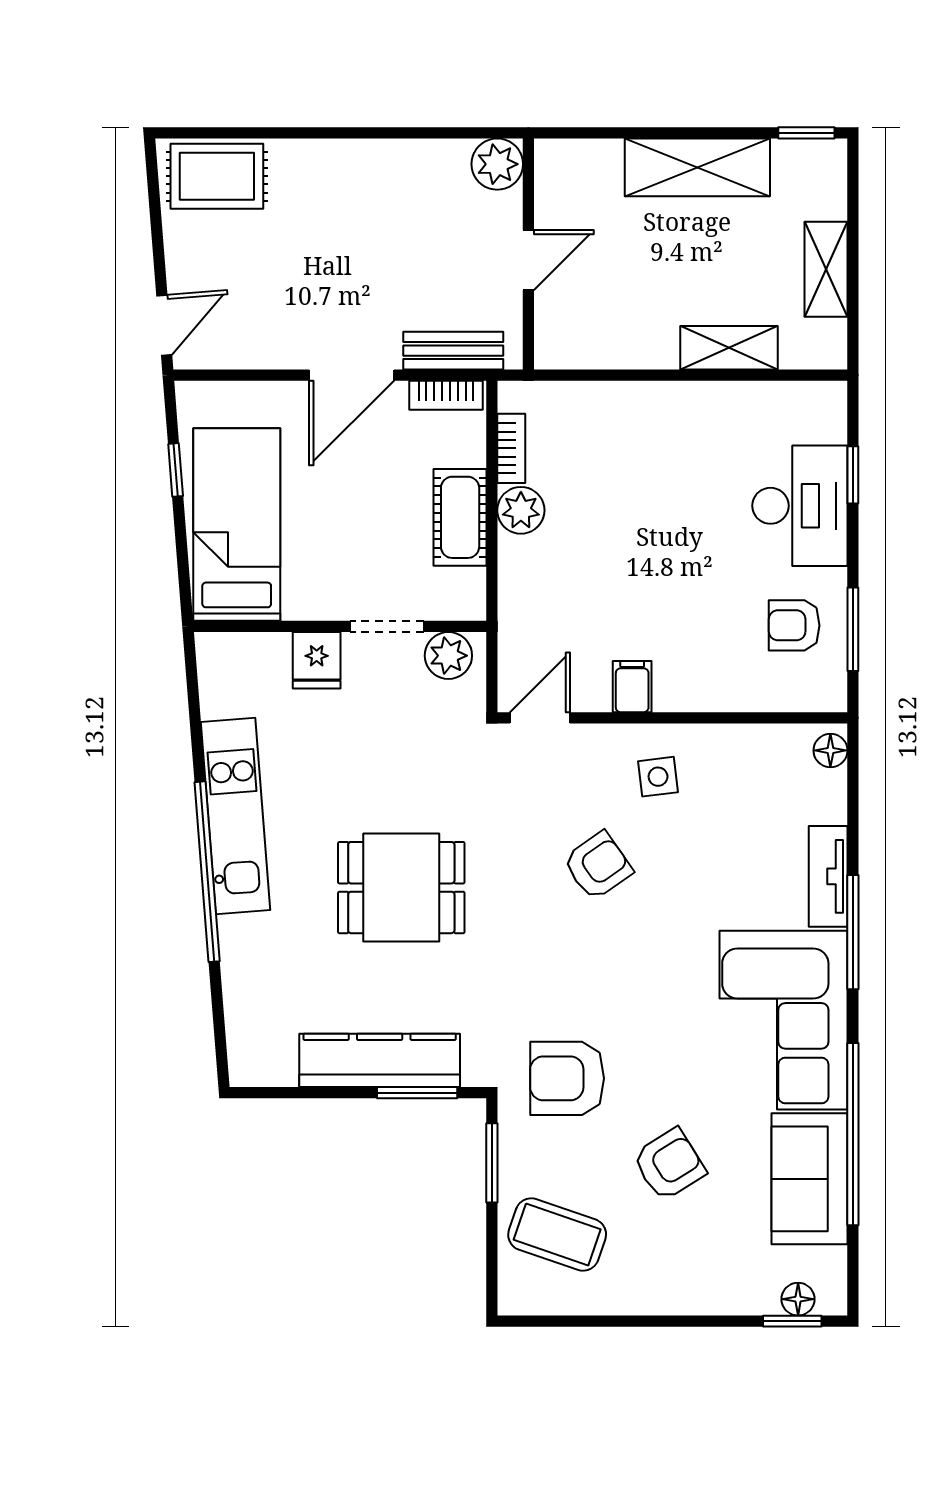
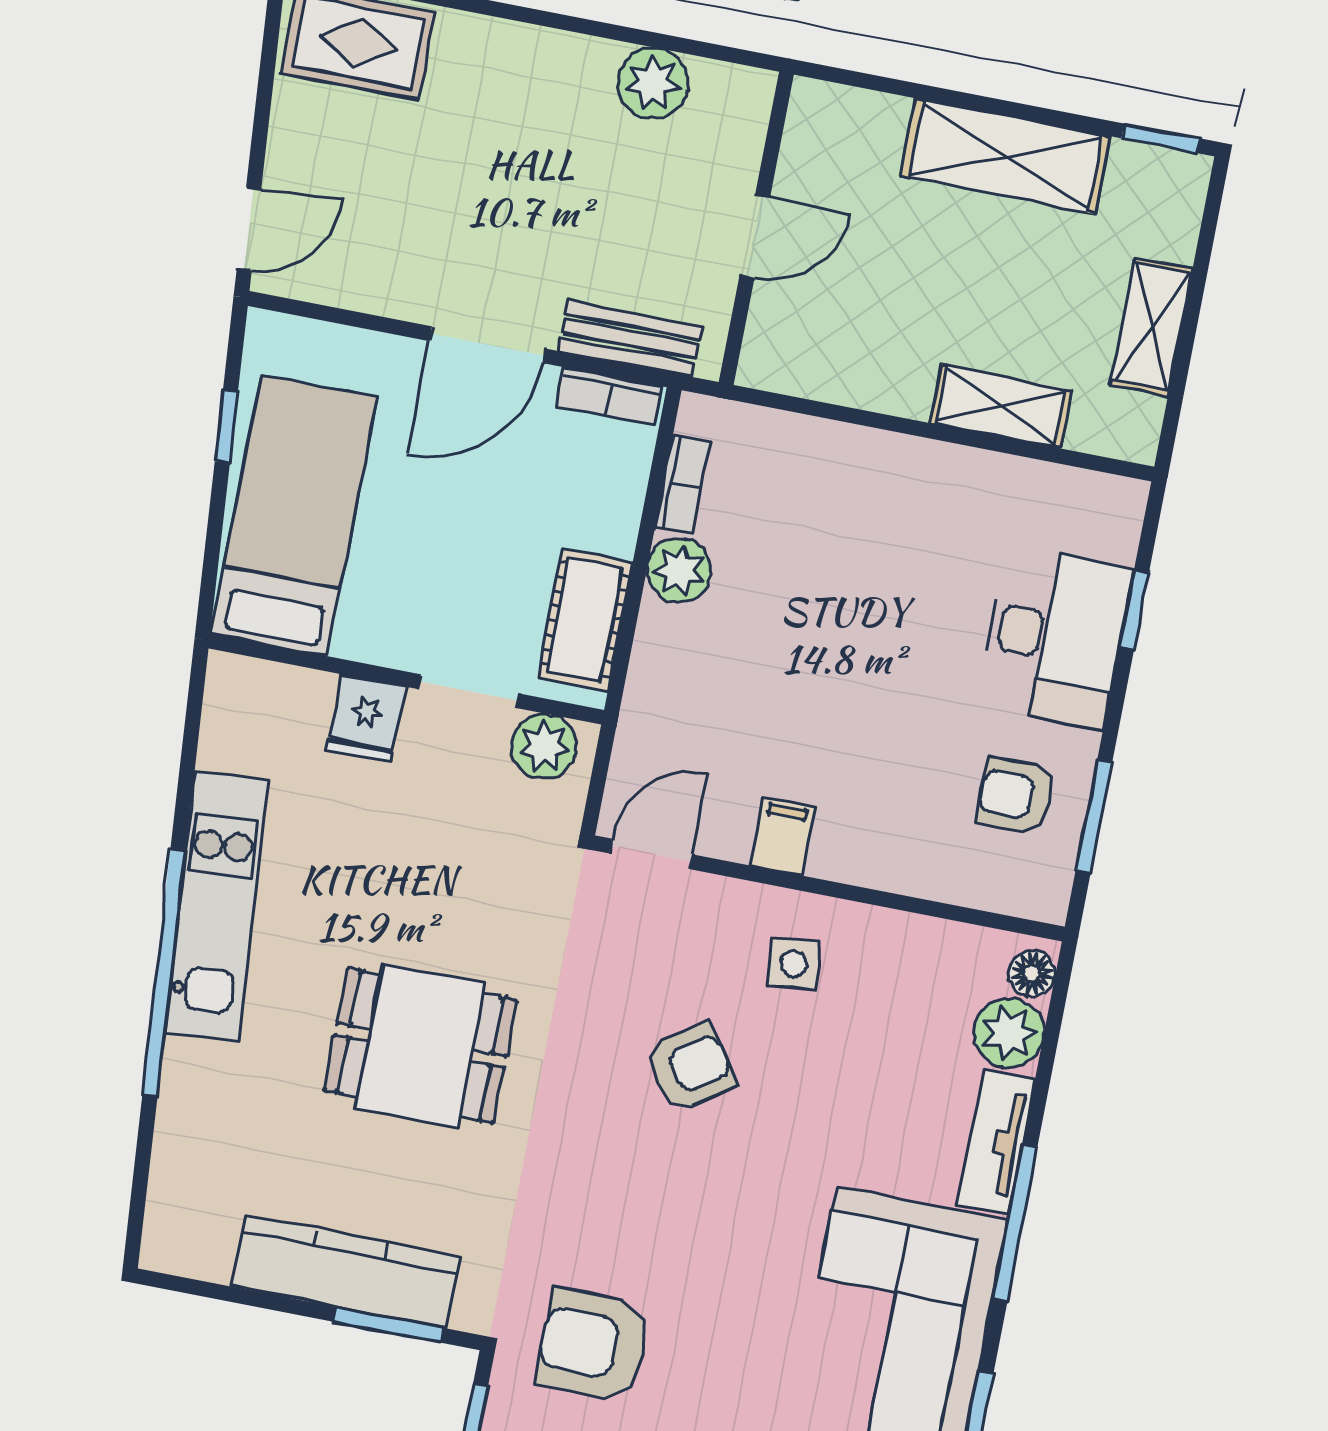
plant: (497, 164) -> (653, 83), moved
cot: (460, 517) -> (585, 620), moved
plant: (822, 797) -> (1009, 1033), added

